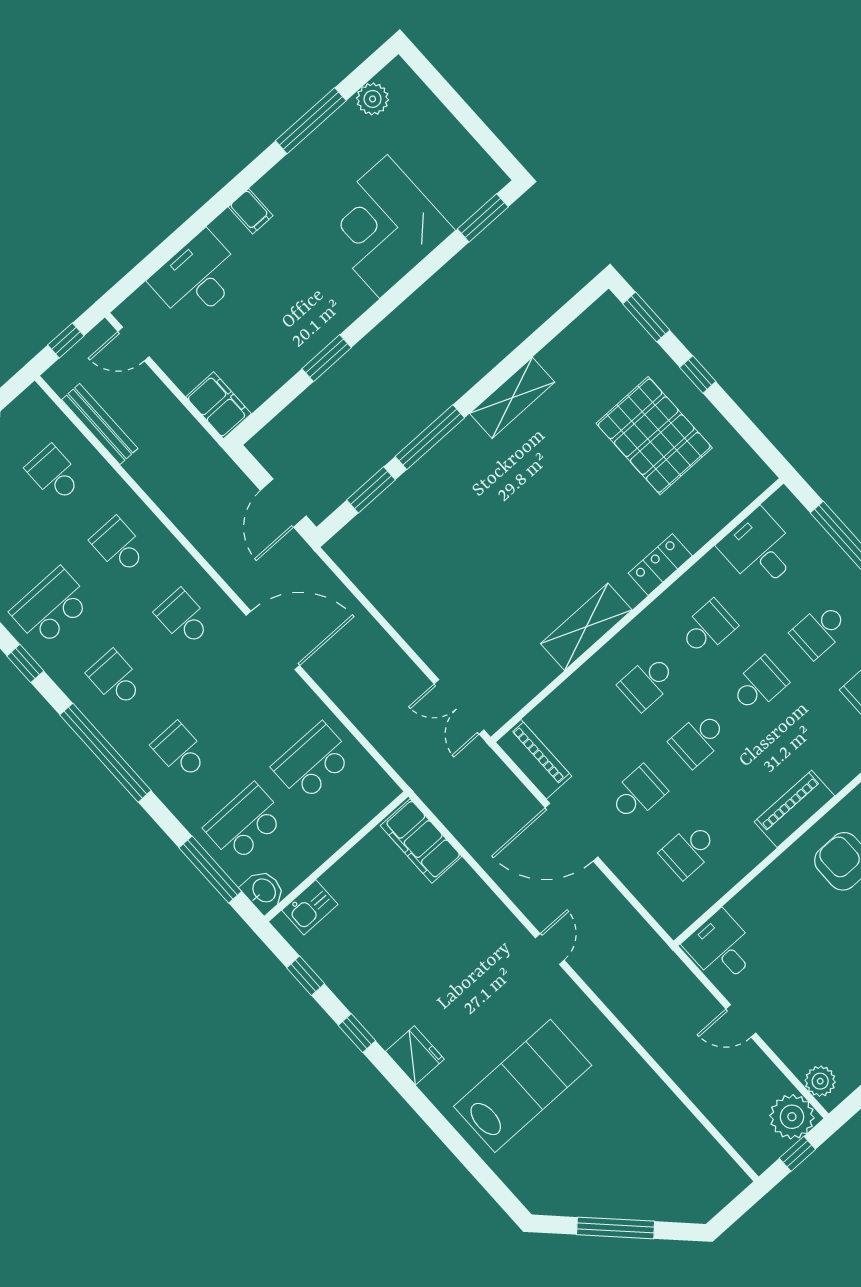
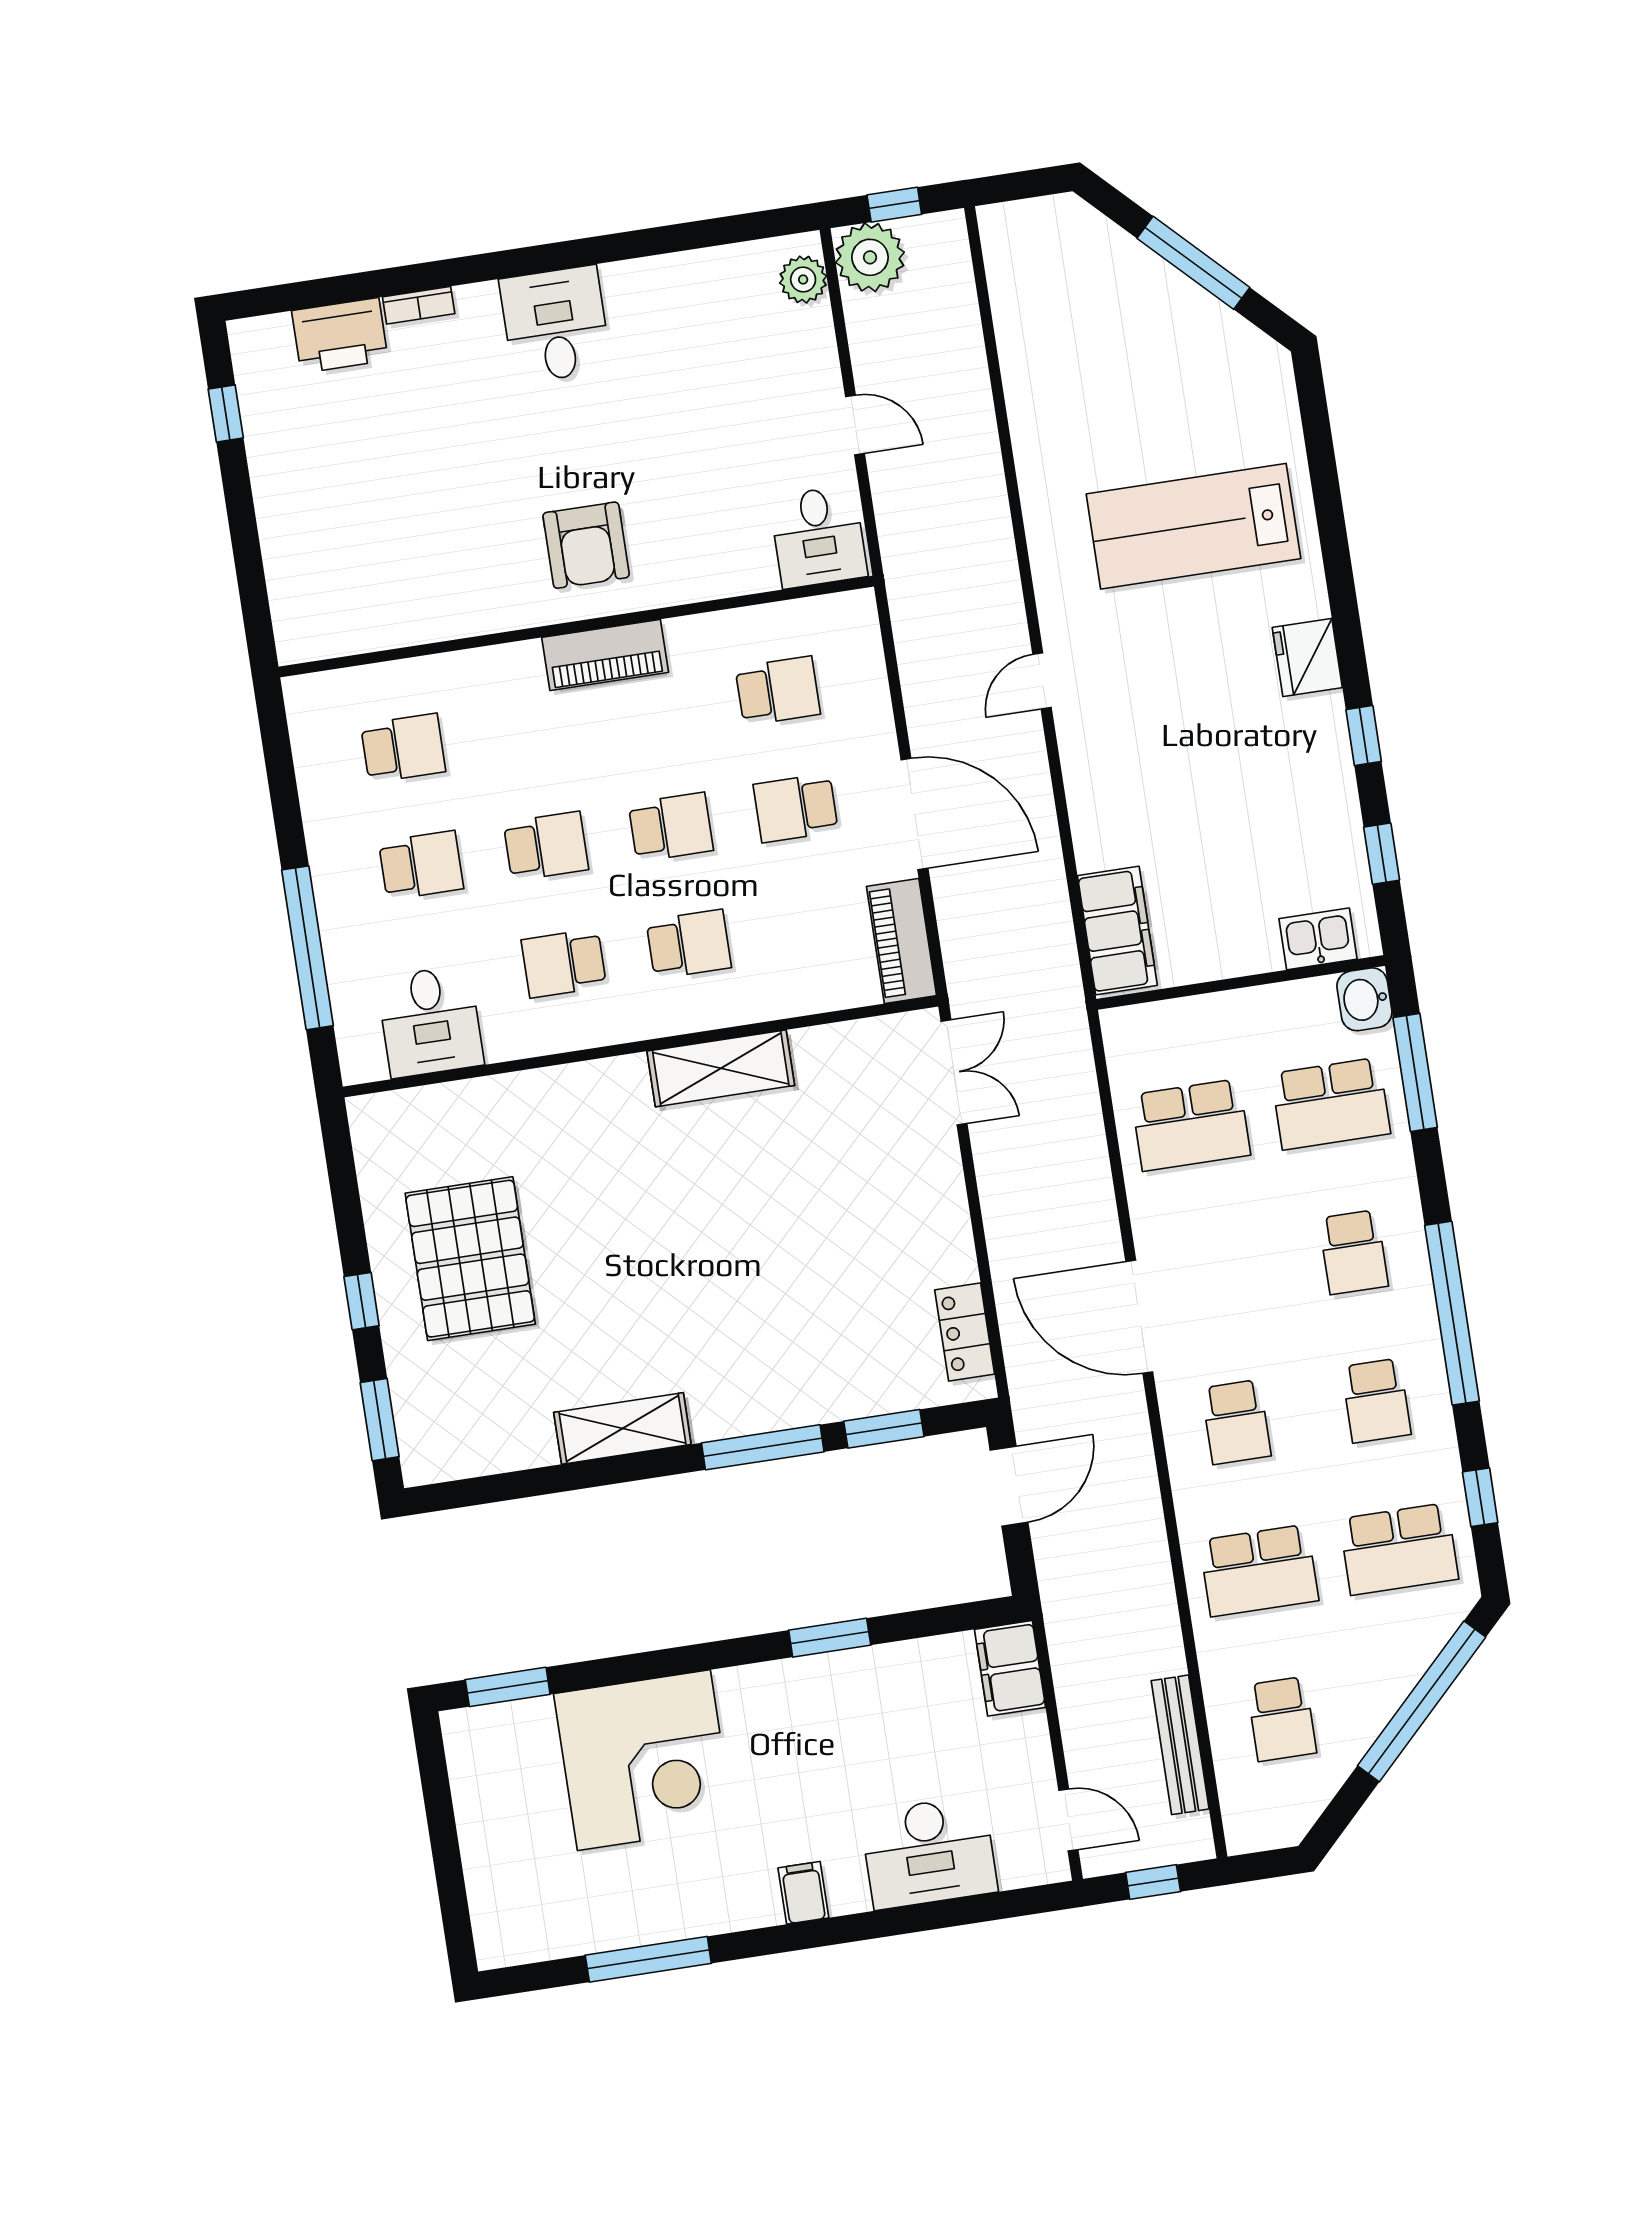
plant: (373, 99) -> (550, 1935), removed
school desk: (119, 546) -> (1259, 1570), width x1.85
locker: (660, 565) -> (965, 1332), moved, turned 90
school desk: (759, 685) -> (546, 846), turned 180

